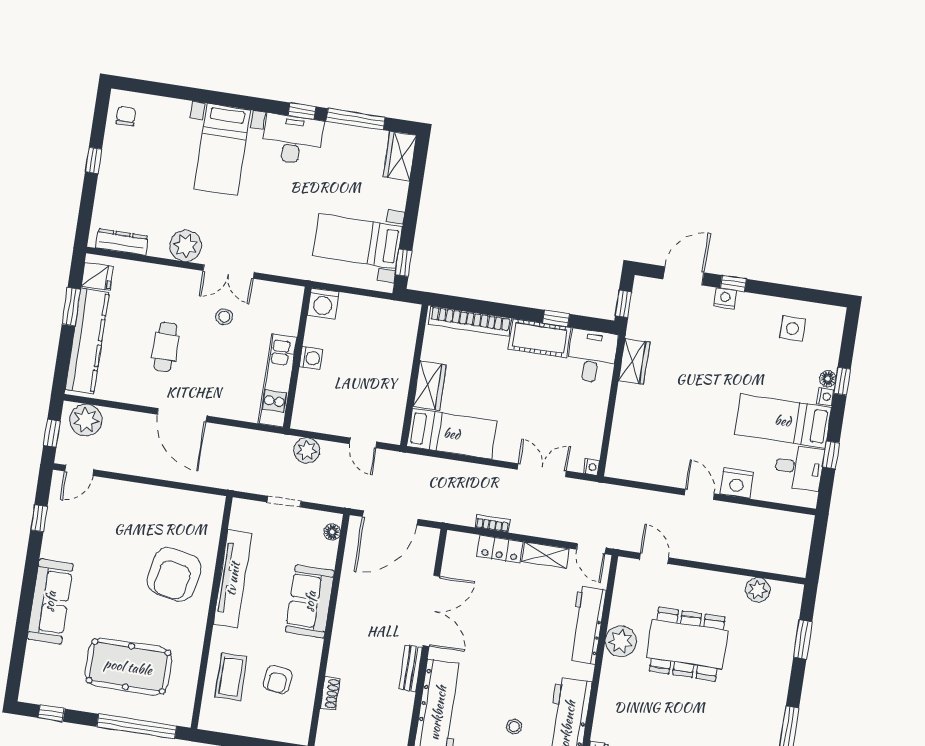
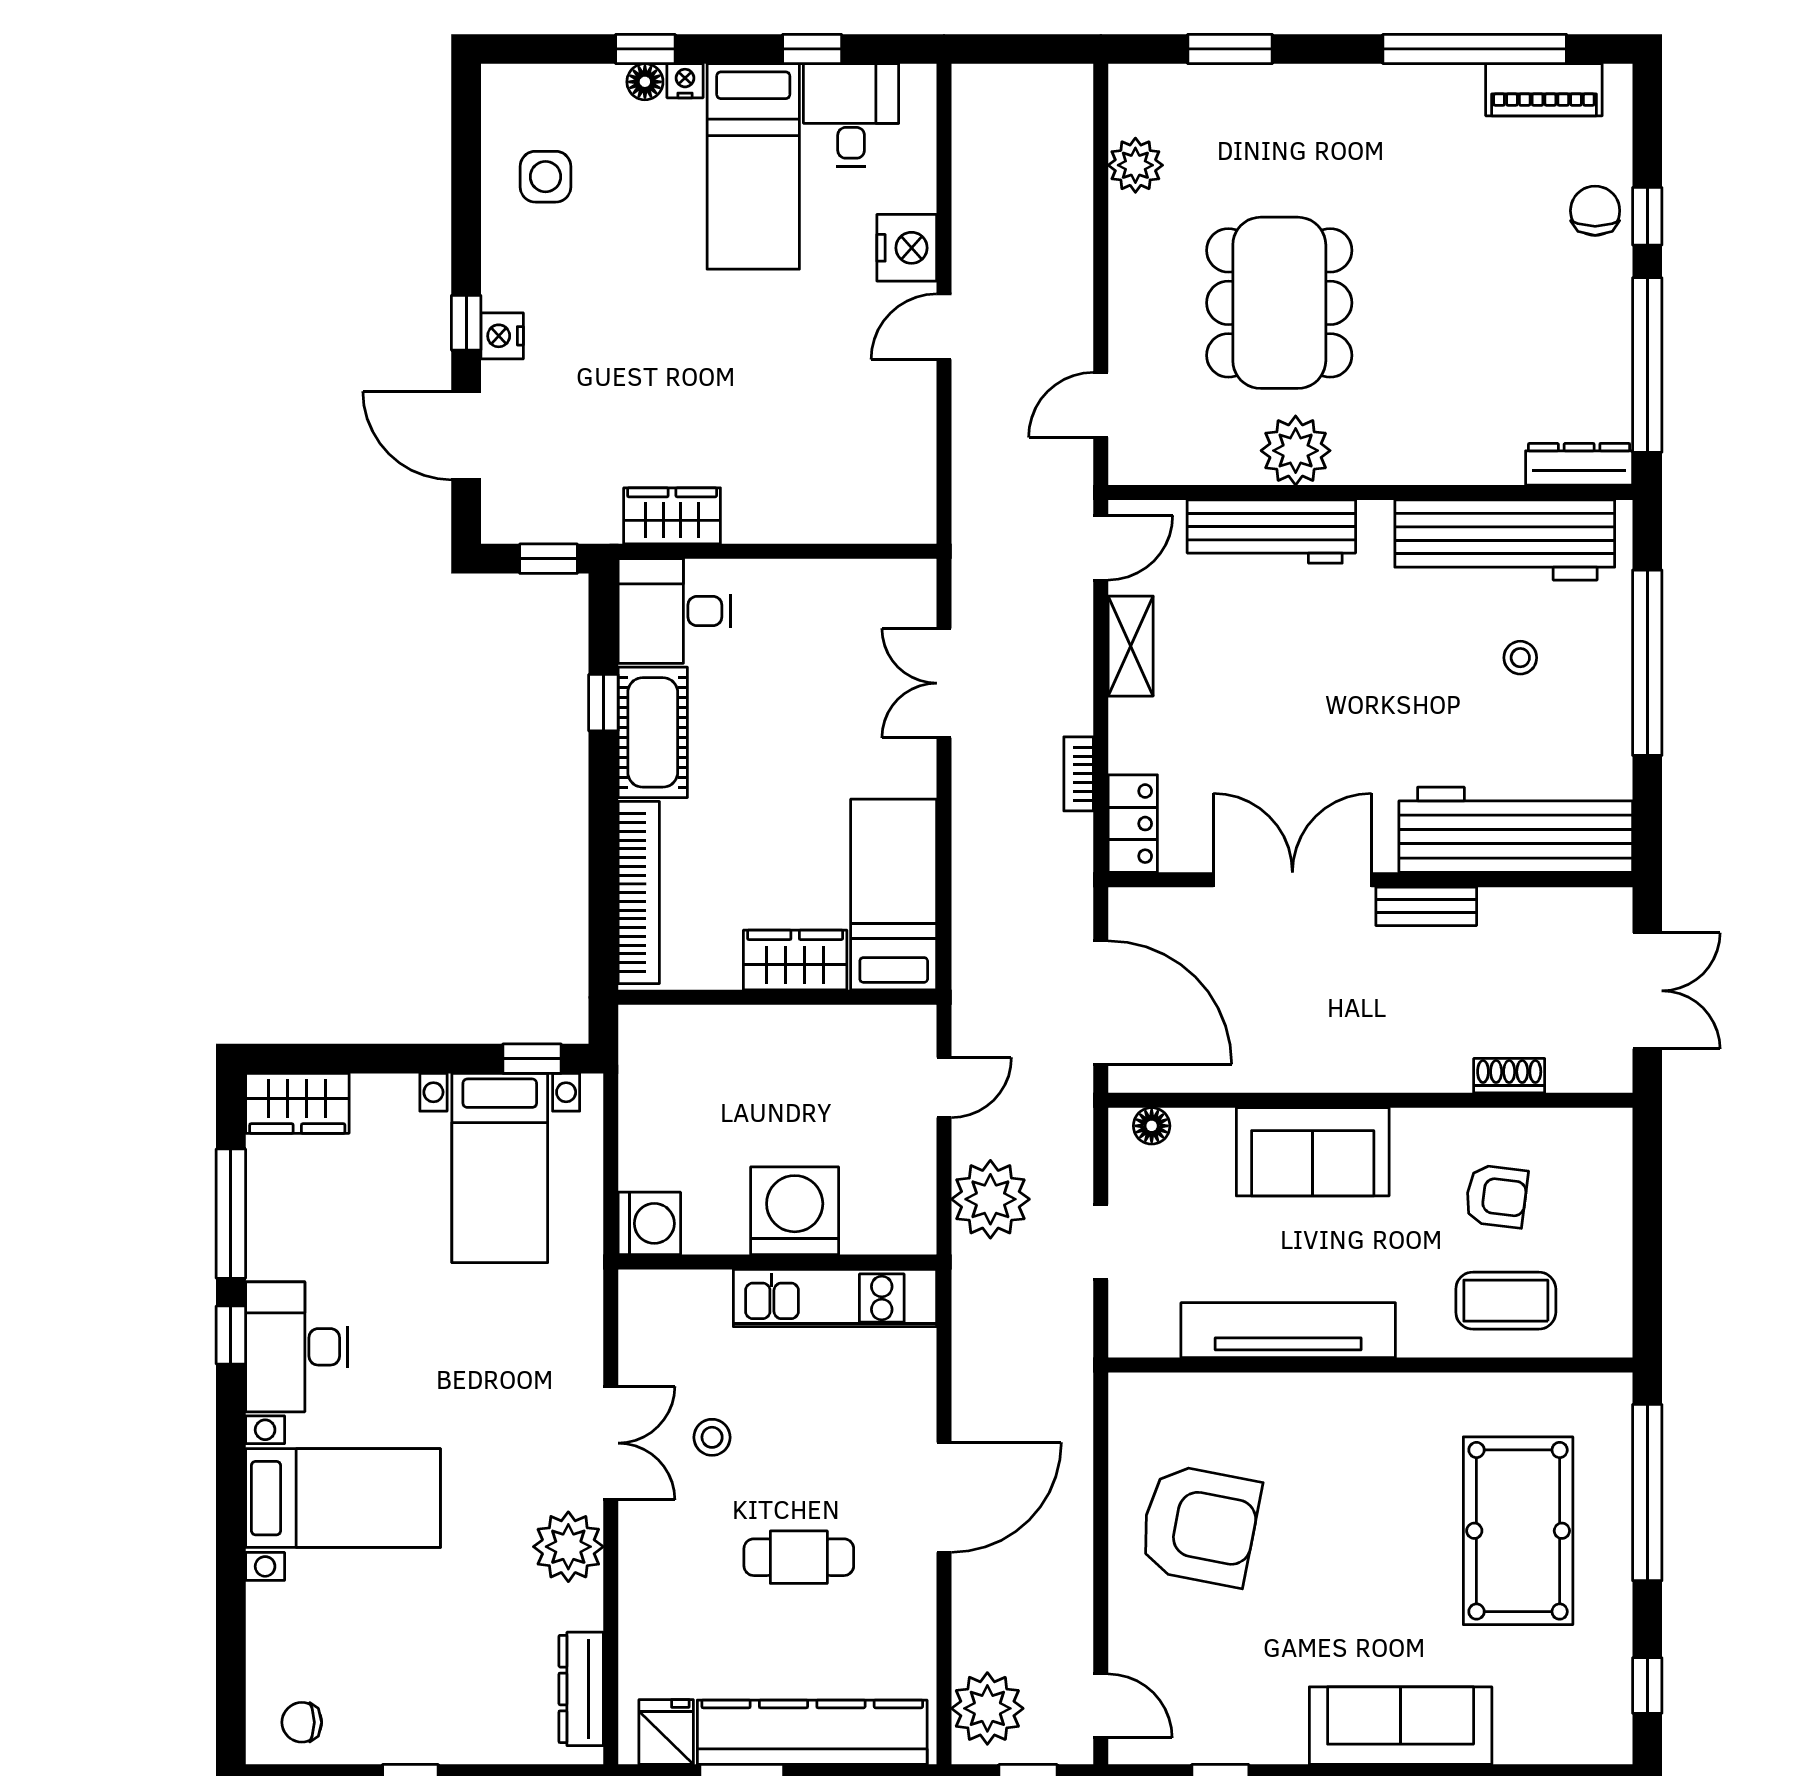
washing machine: (311, 358) -> (795, 1211), width x1.89, depth x1.89
plant: (307, 451) -> (990, 1199), width x1.36, depth x1.36
nightstand: (591, 467) -> (920, 575), removed
locker: (500, 549) -> (1133, 824), moved
armchair: (174, 574) -> (1200, 1525), moved

